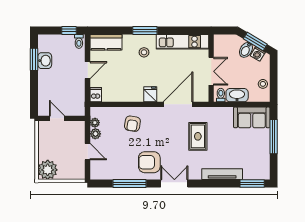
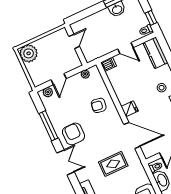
plant: (95, 134) -> (48, 92), moved

